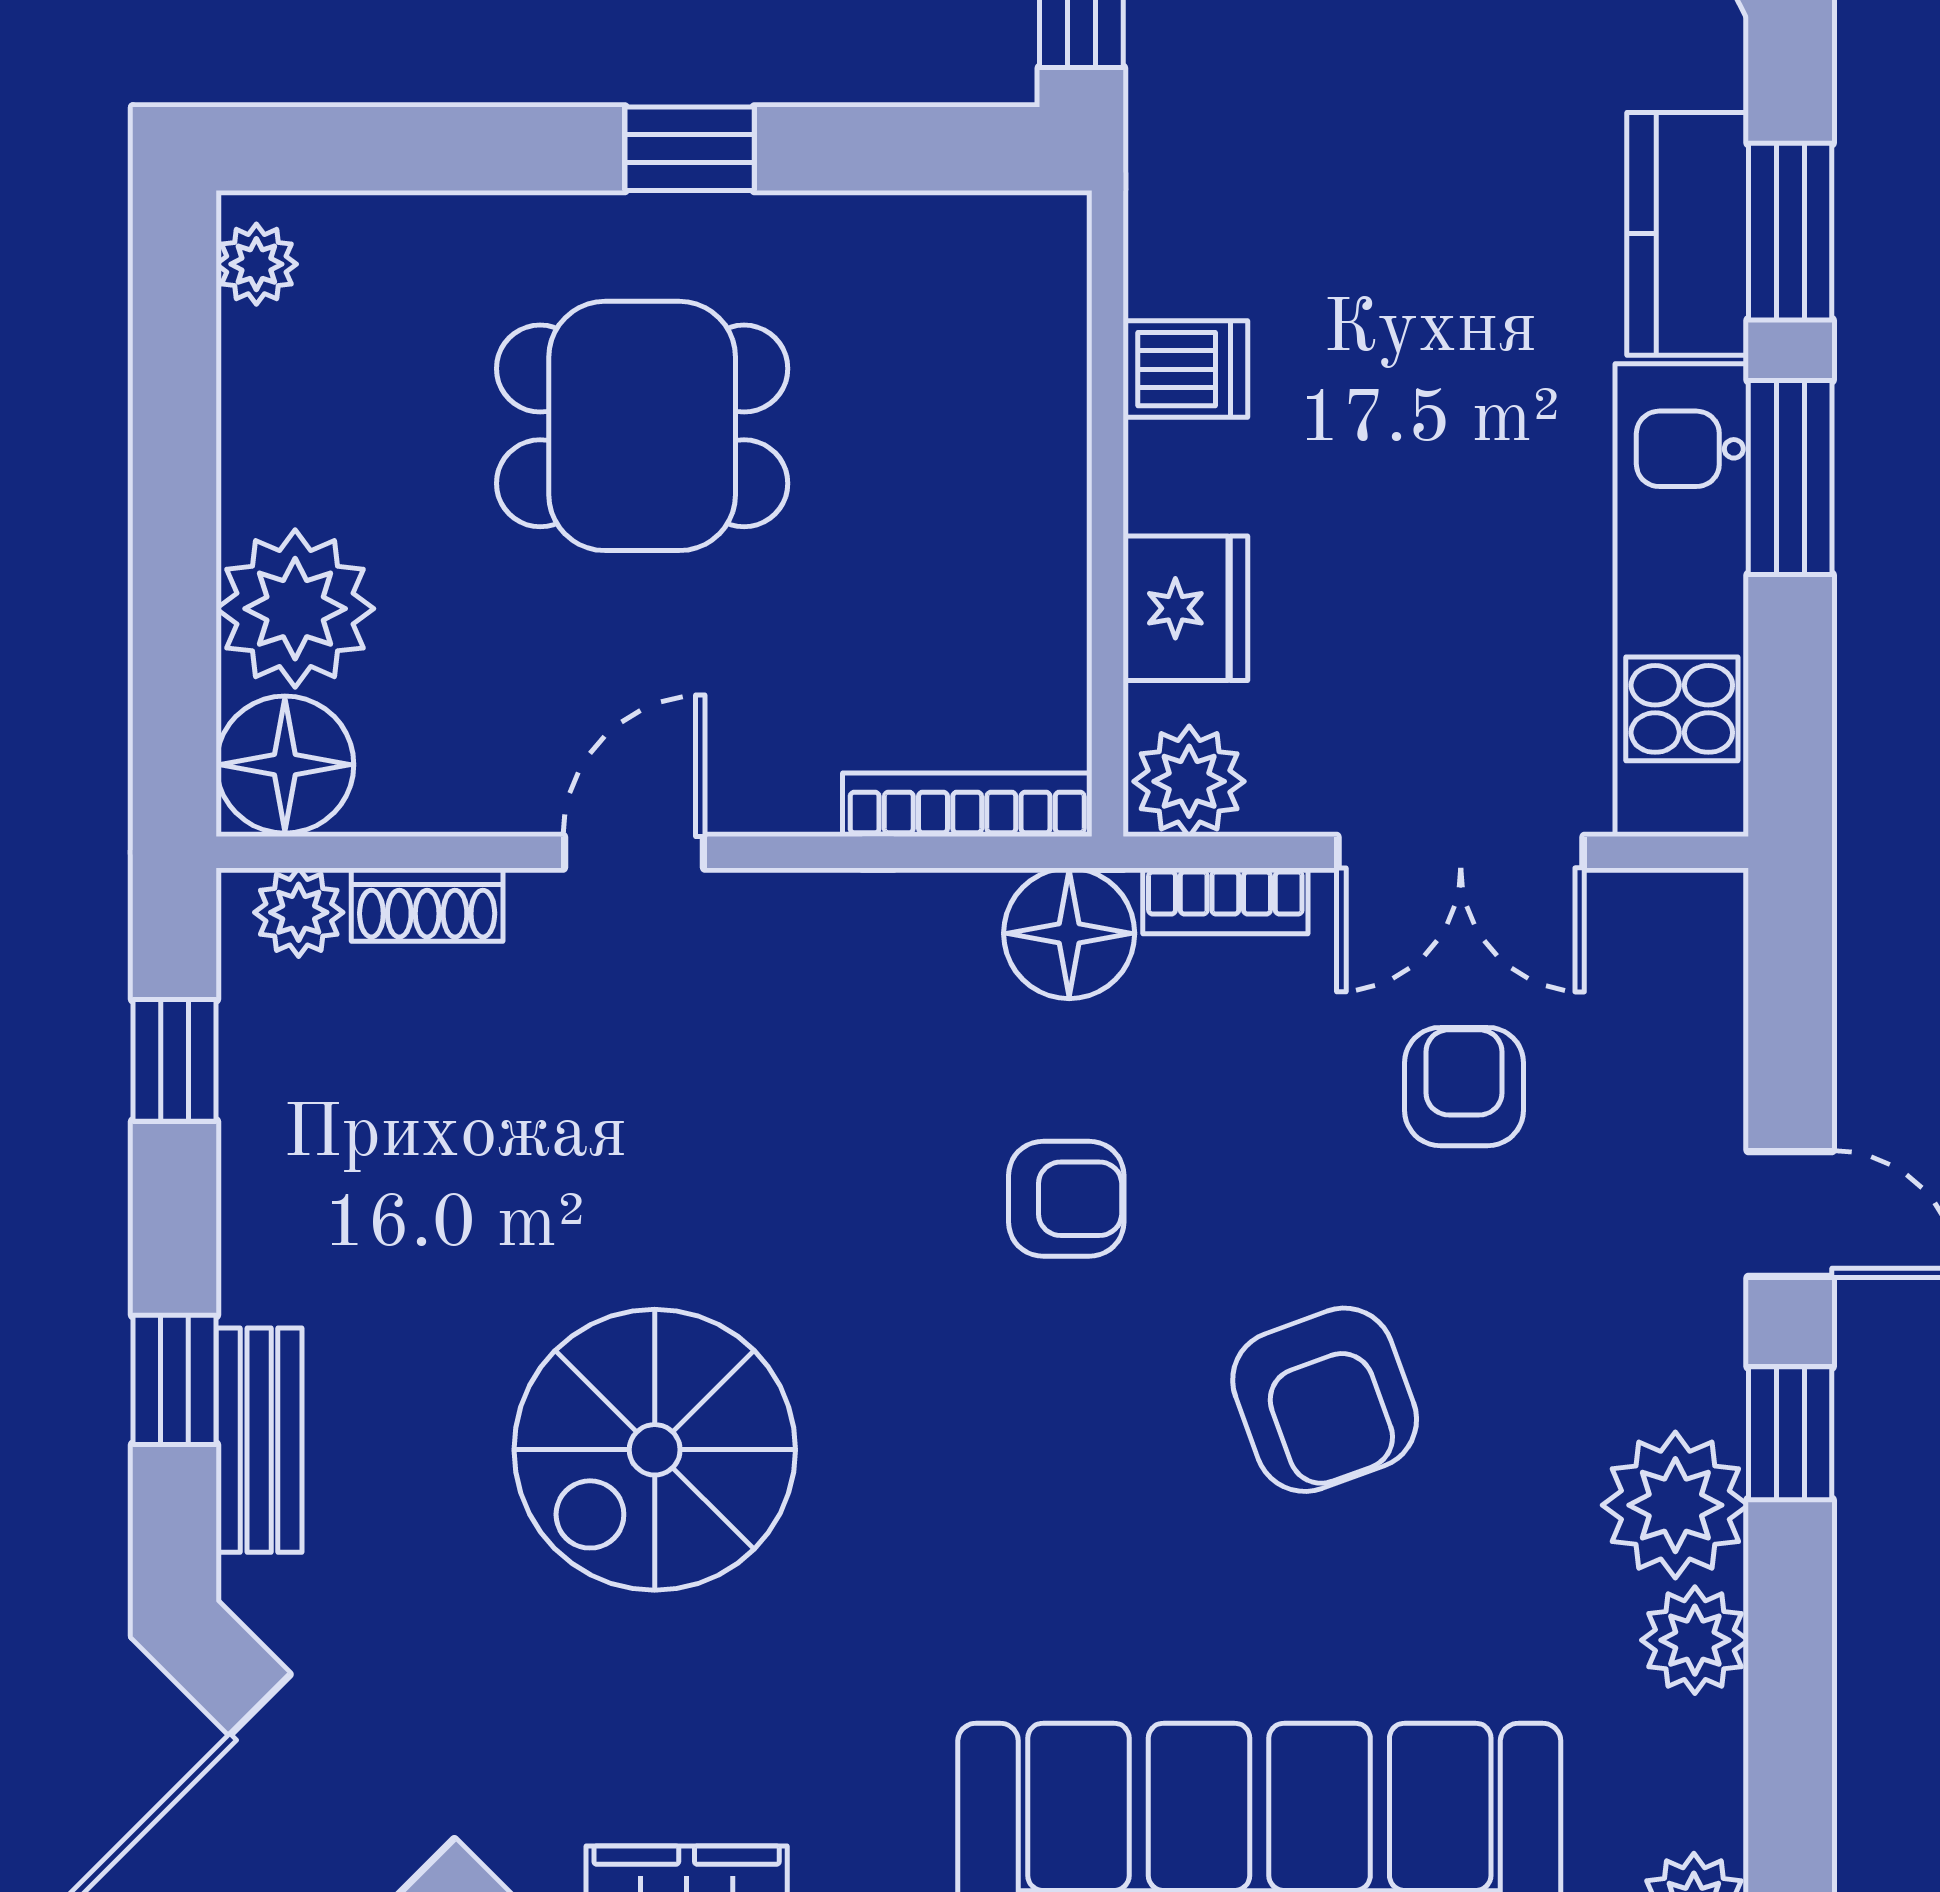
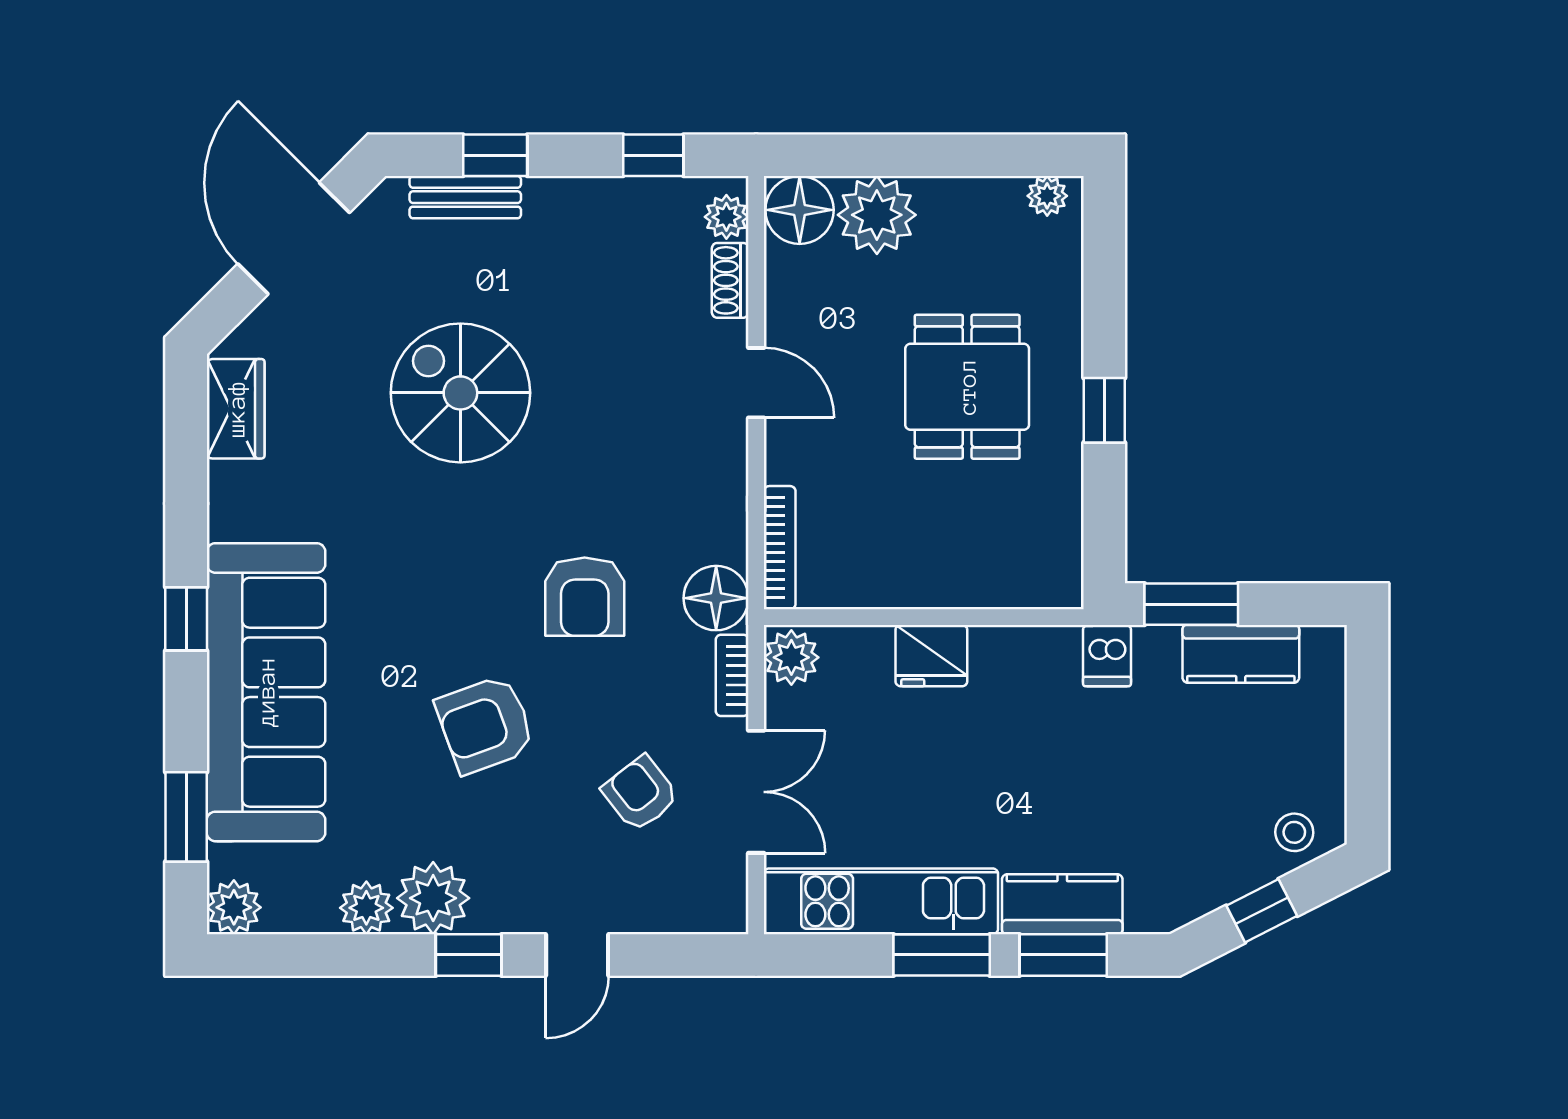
dishwasher: (1185, 369) -> (1107, 656), moved
fridge: (1185, 608) -> (931, 656), moved
double door: (1461, 852) -> (756, 792), swing flipped
armchair: (1464, 1087) -> (640, 794), turned -128
armchair: (1066, 1199) -> (585, 597), width x1.38, depth x1.38

